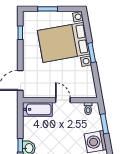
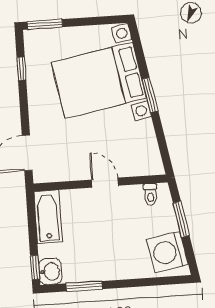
window: (48, 9) -> (45, 24), moved
bathtub: (37, 109) -> (48, 217), moved, turned -90

